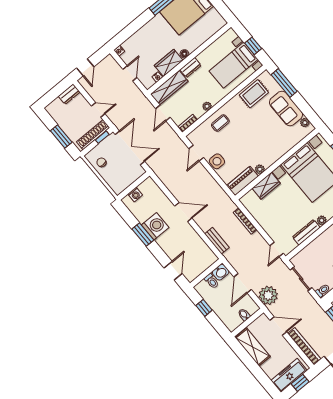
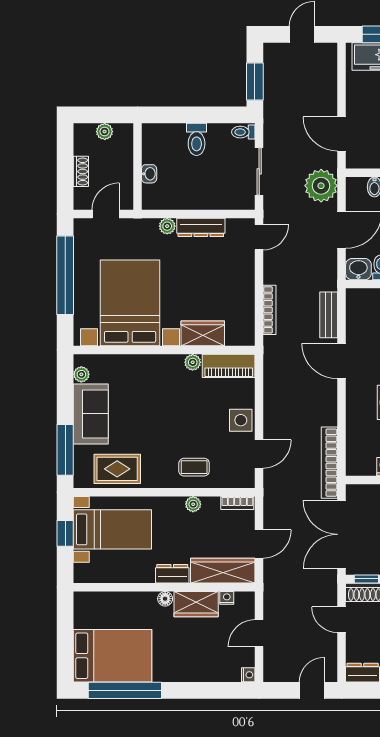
door: (183, 212) -> (342, 361), moved
bookcase: (304, 346) -> (329, 463), moved

